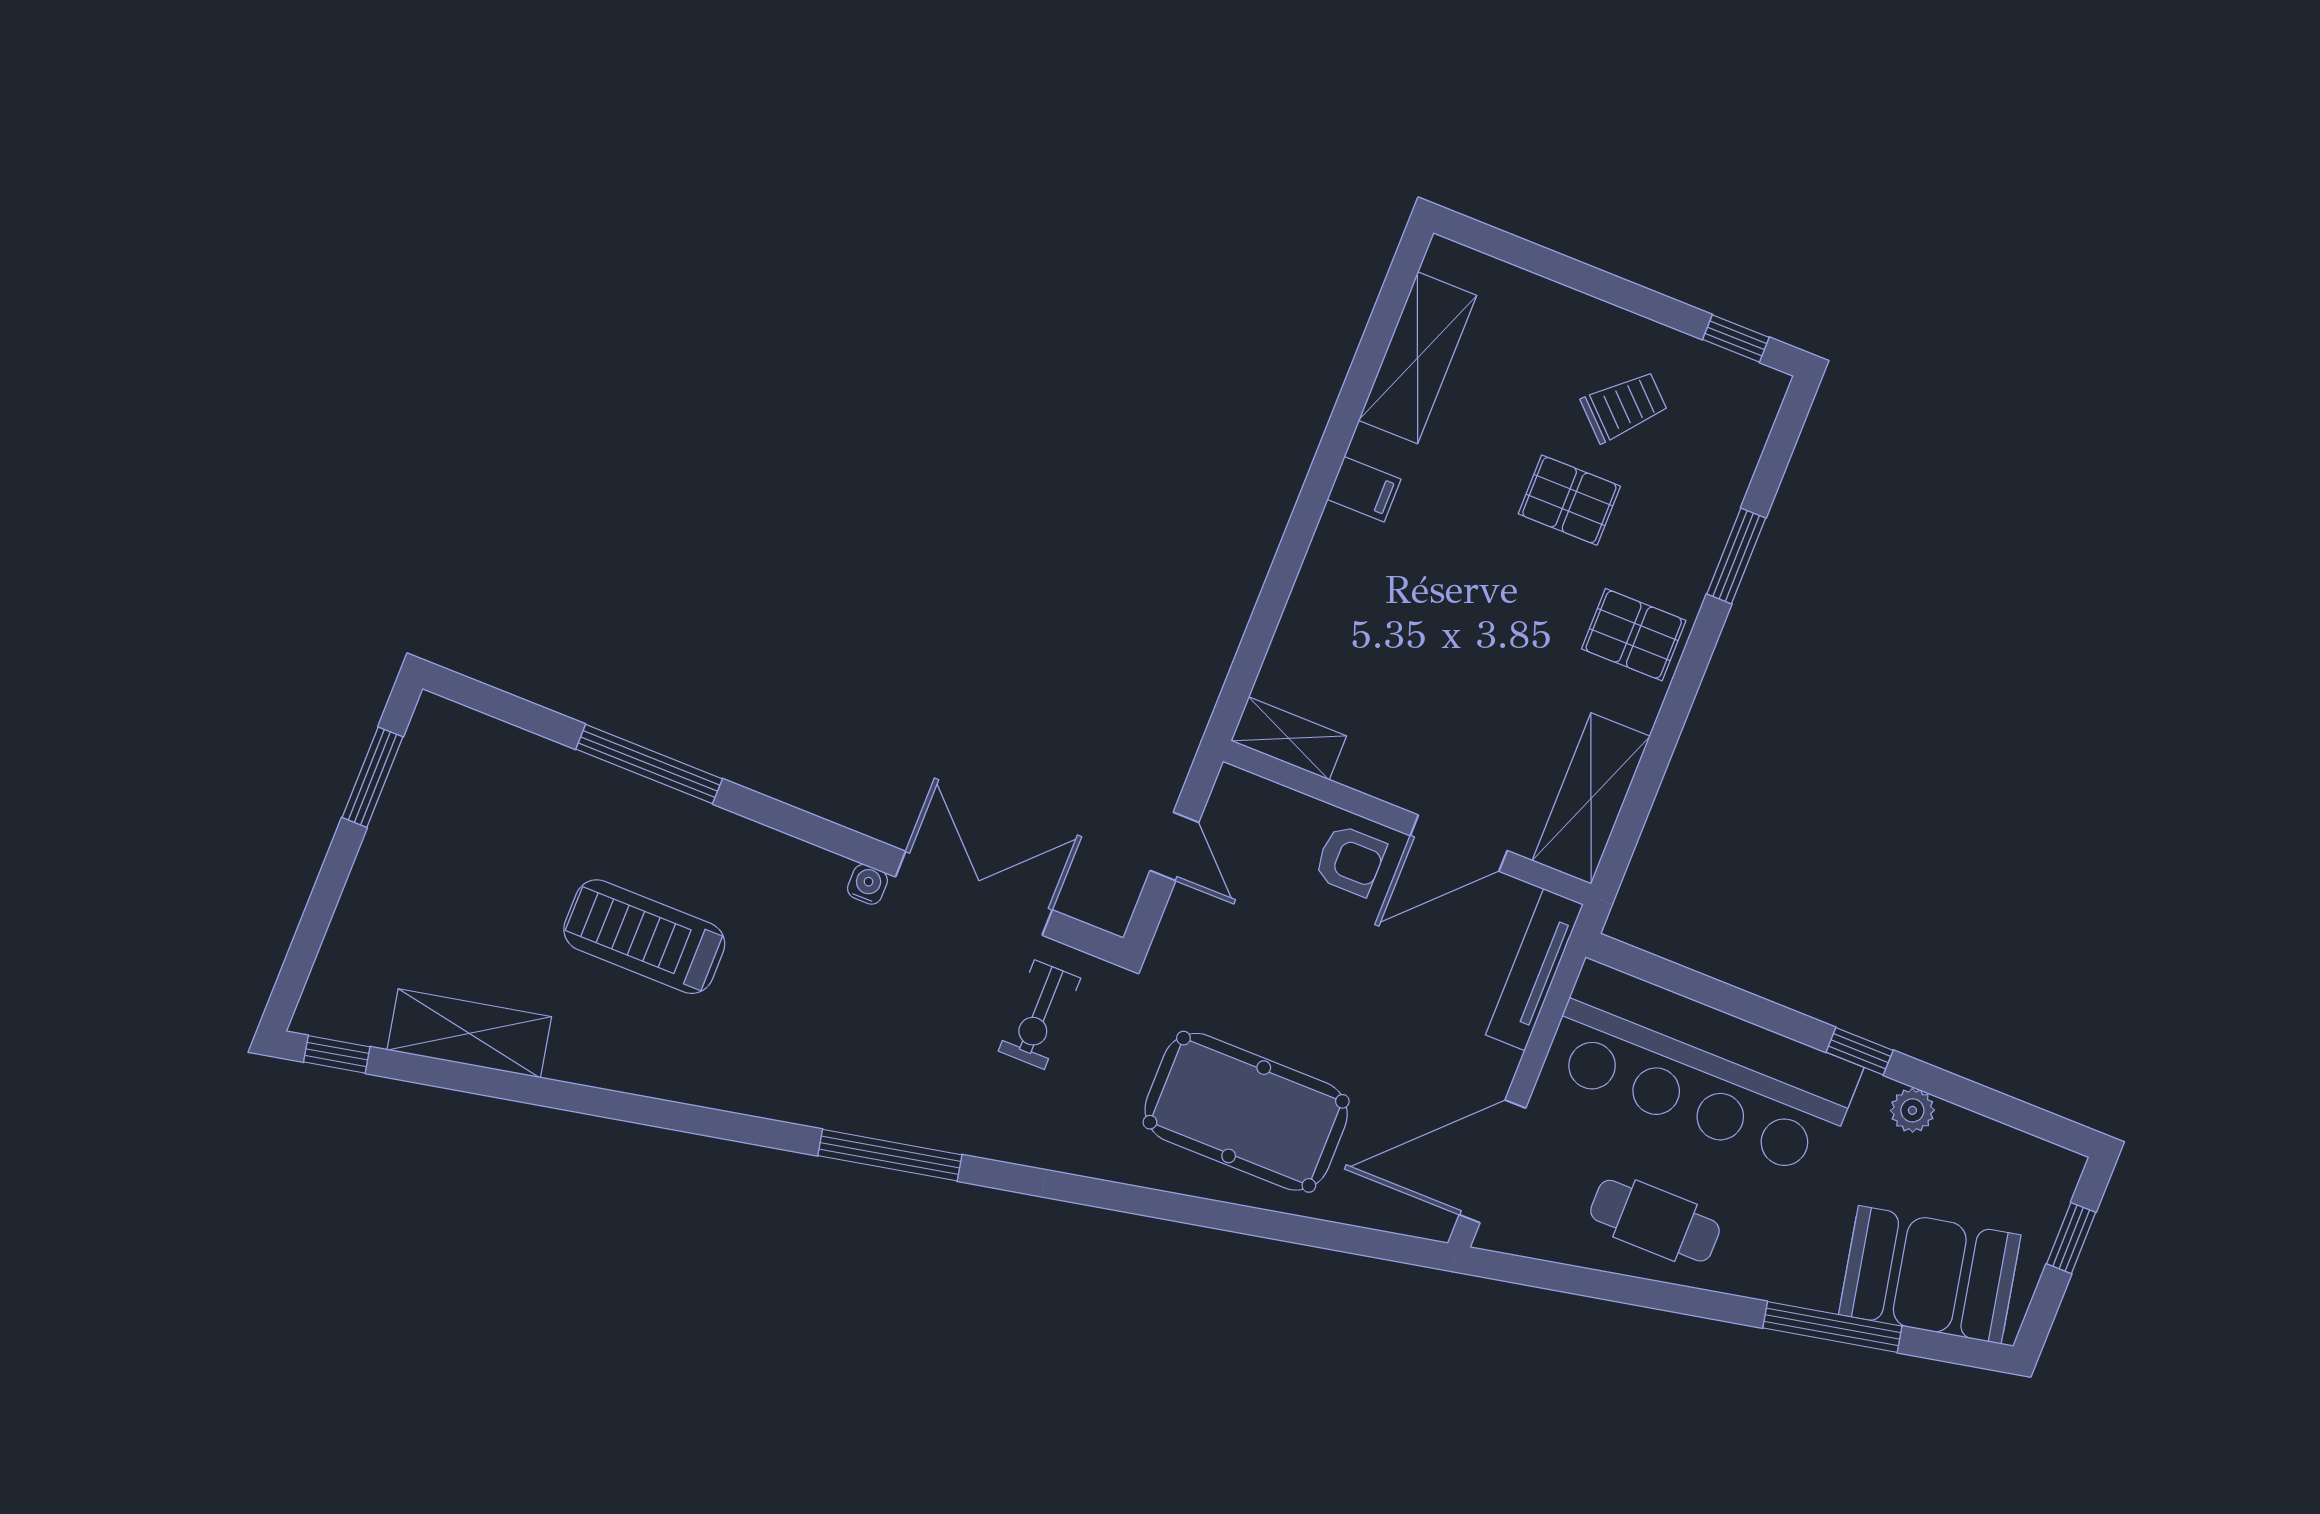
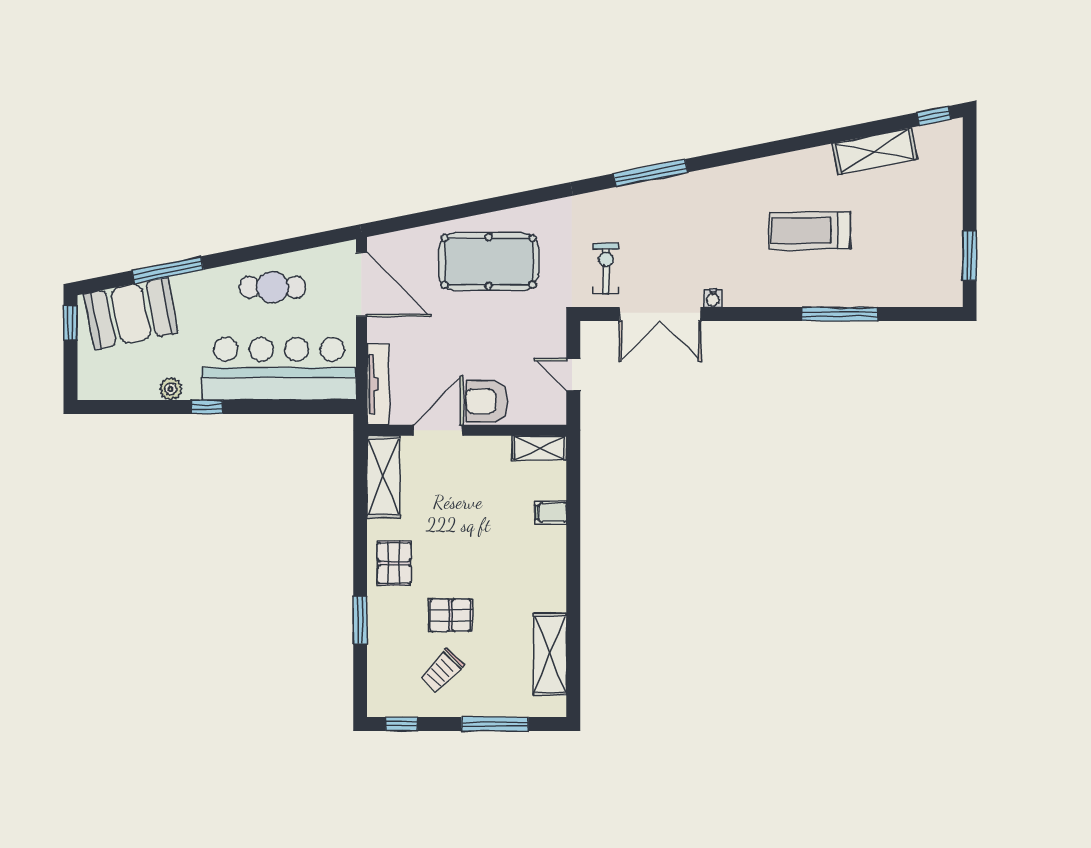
window: (1568, 271) -> (495, 724), added
filing cabinet: (1364, 489) -> (551, 512), moved
pallet: (1634, 635) -> (394, 563), turned 90
armchair: (1350, 860) -> (487, 401), width x1.38, depth x1.38
treadmill: (644, 937) -> (809, 231), turned 180
door: (1492, 1161) -> (361, 285), hinge flipped
window: (2071, 1238) -> (70, 323), moved

